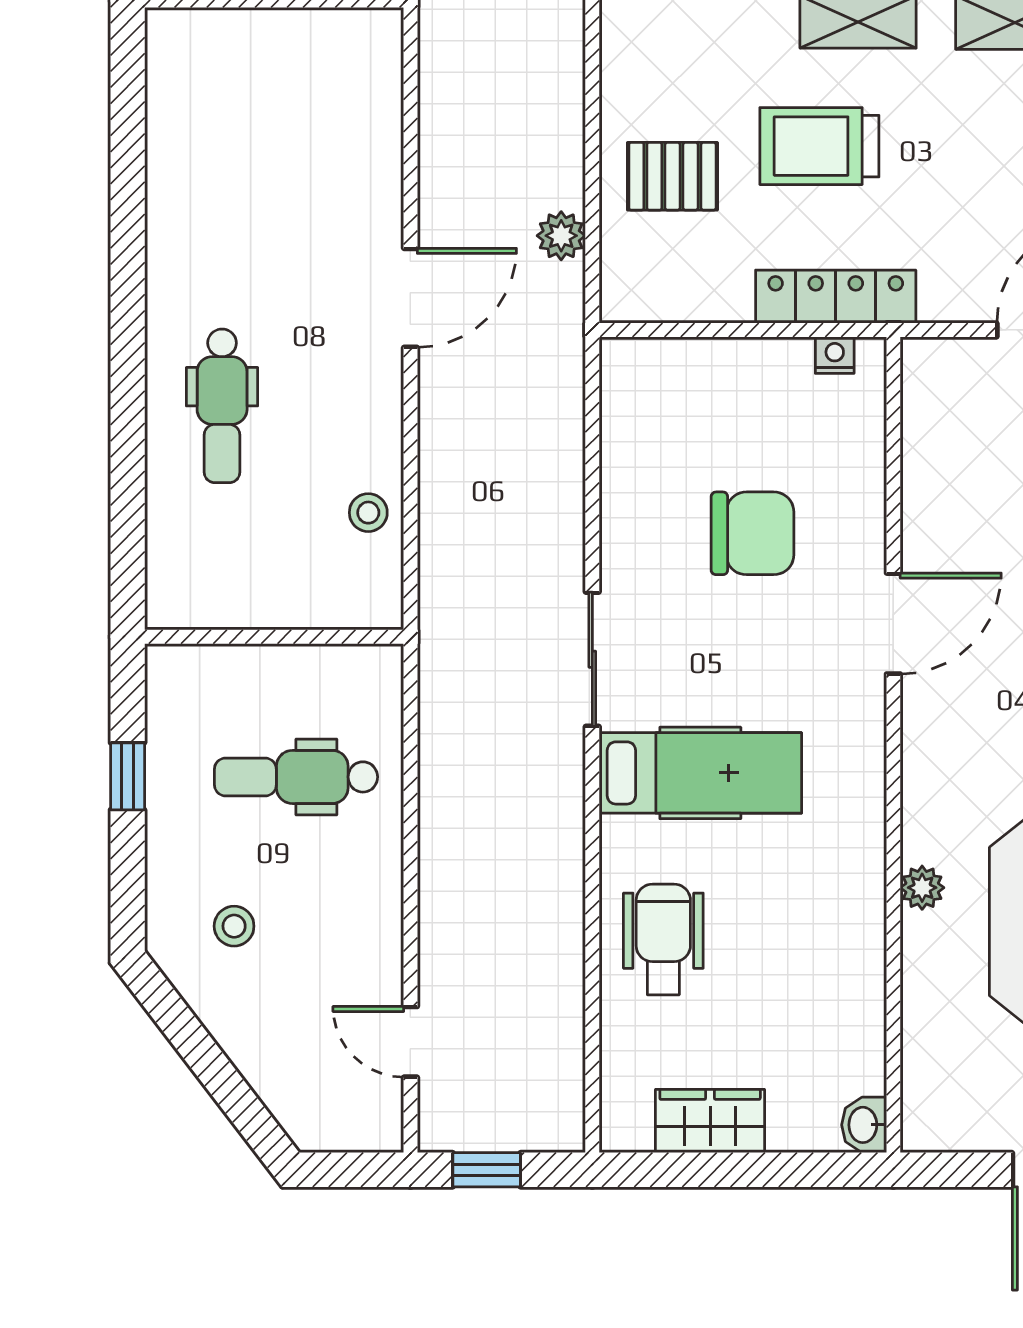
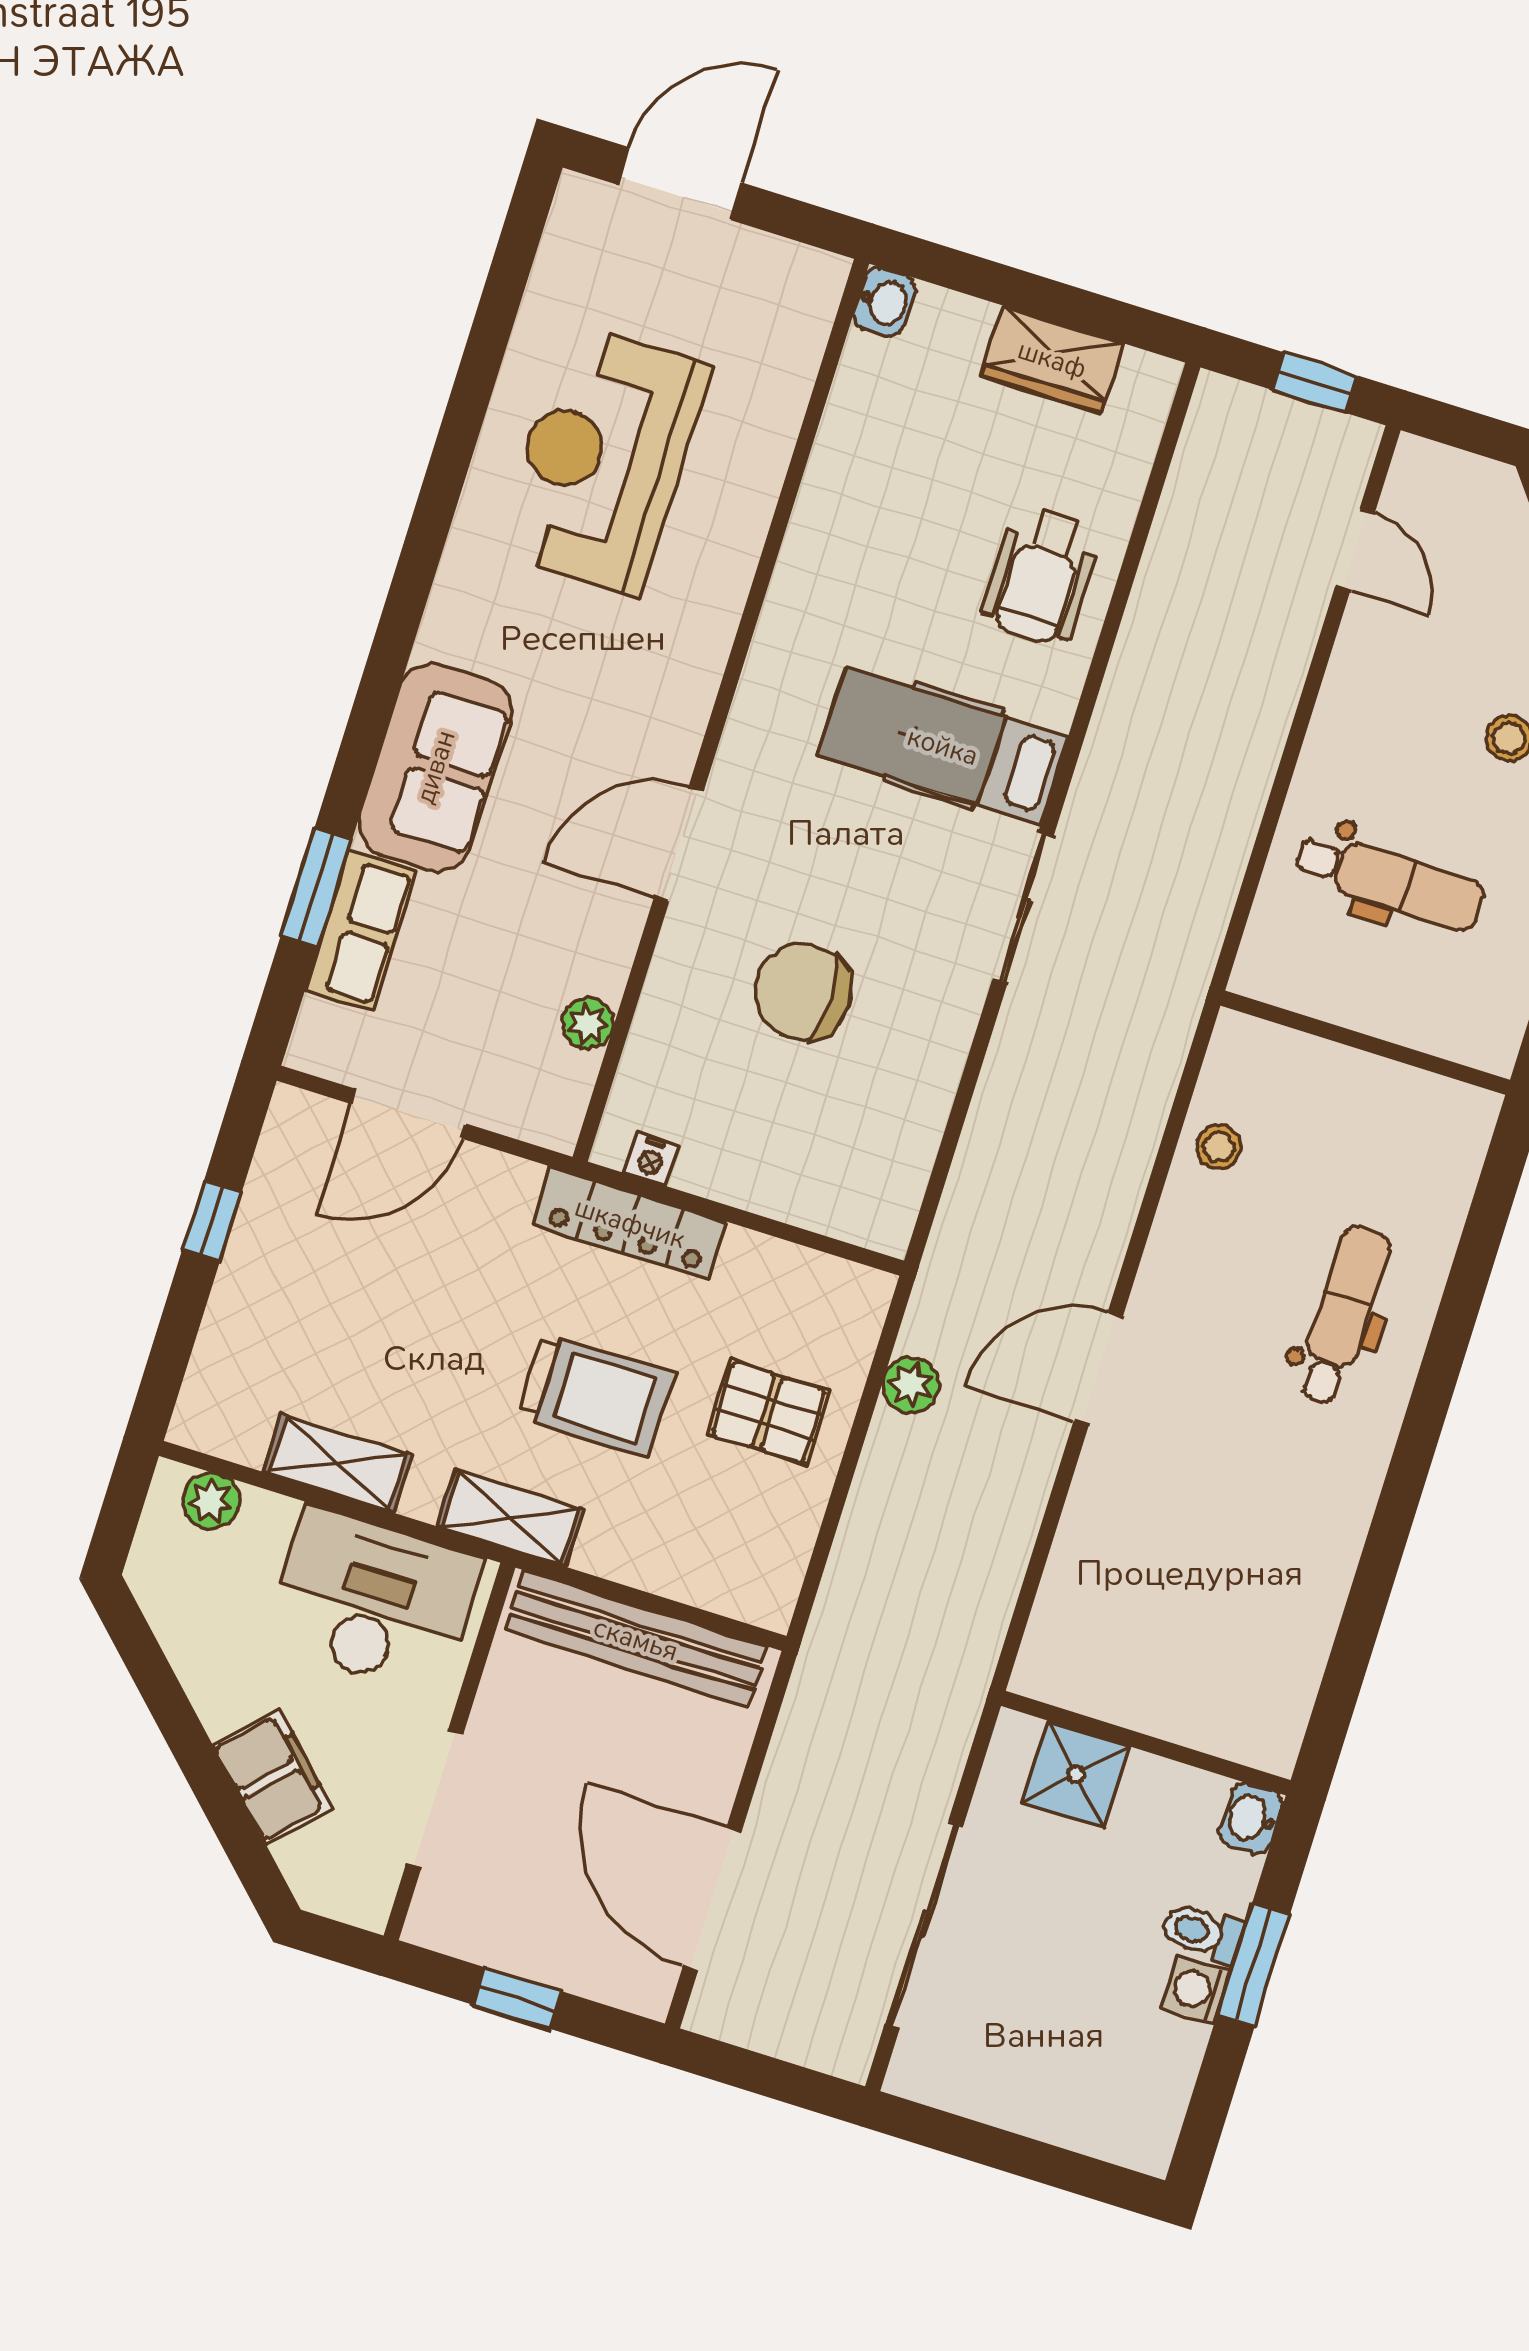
plant: (922, 888) -> (588, 1023), moved

